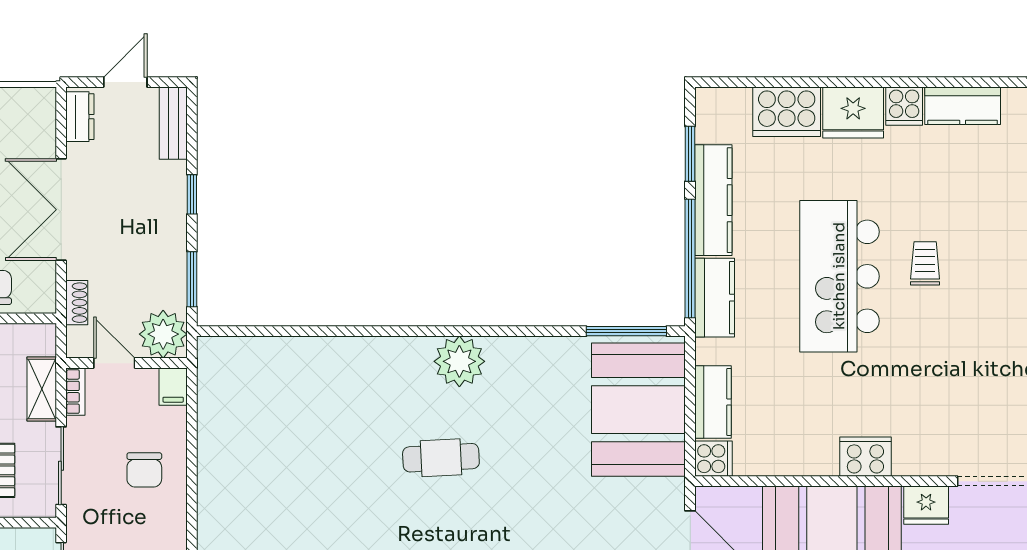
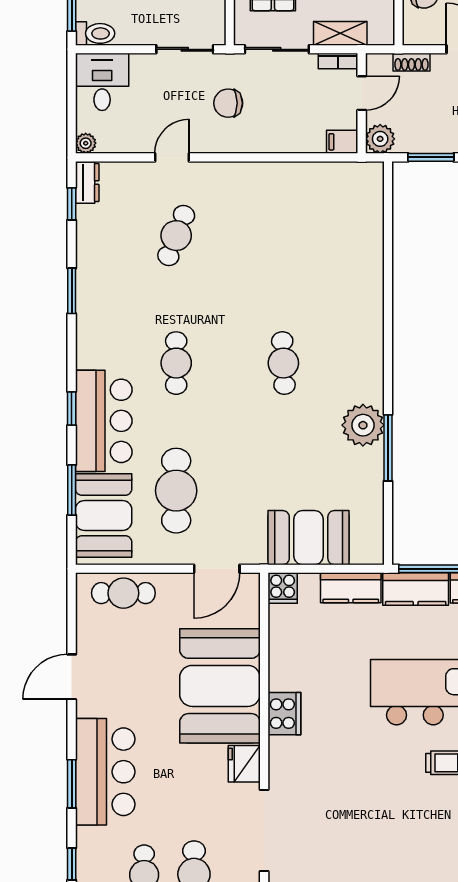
window: (626, 331) -> (388, 448), moved
plant: (163, 334) -> (380, 139), width x0.73, depth x0.73
plant: (459, 361) -> (363, 425), moved
kitchen counter: (713, 402) -> (351, 588), moved
booth: (638, 410) -> (309, 538), width x0.73, depth x0.70
chair: (144, 470) -> (228, 103), moved

